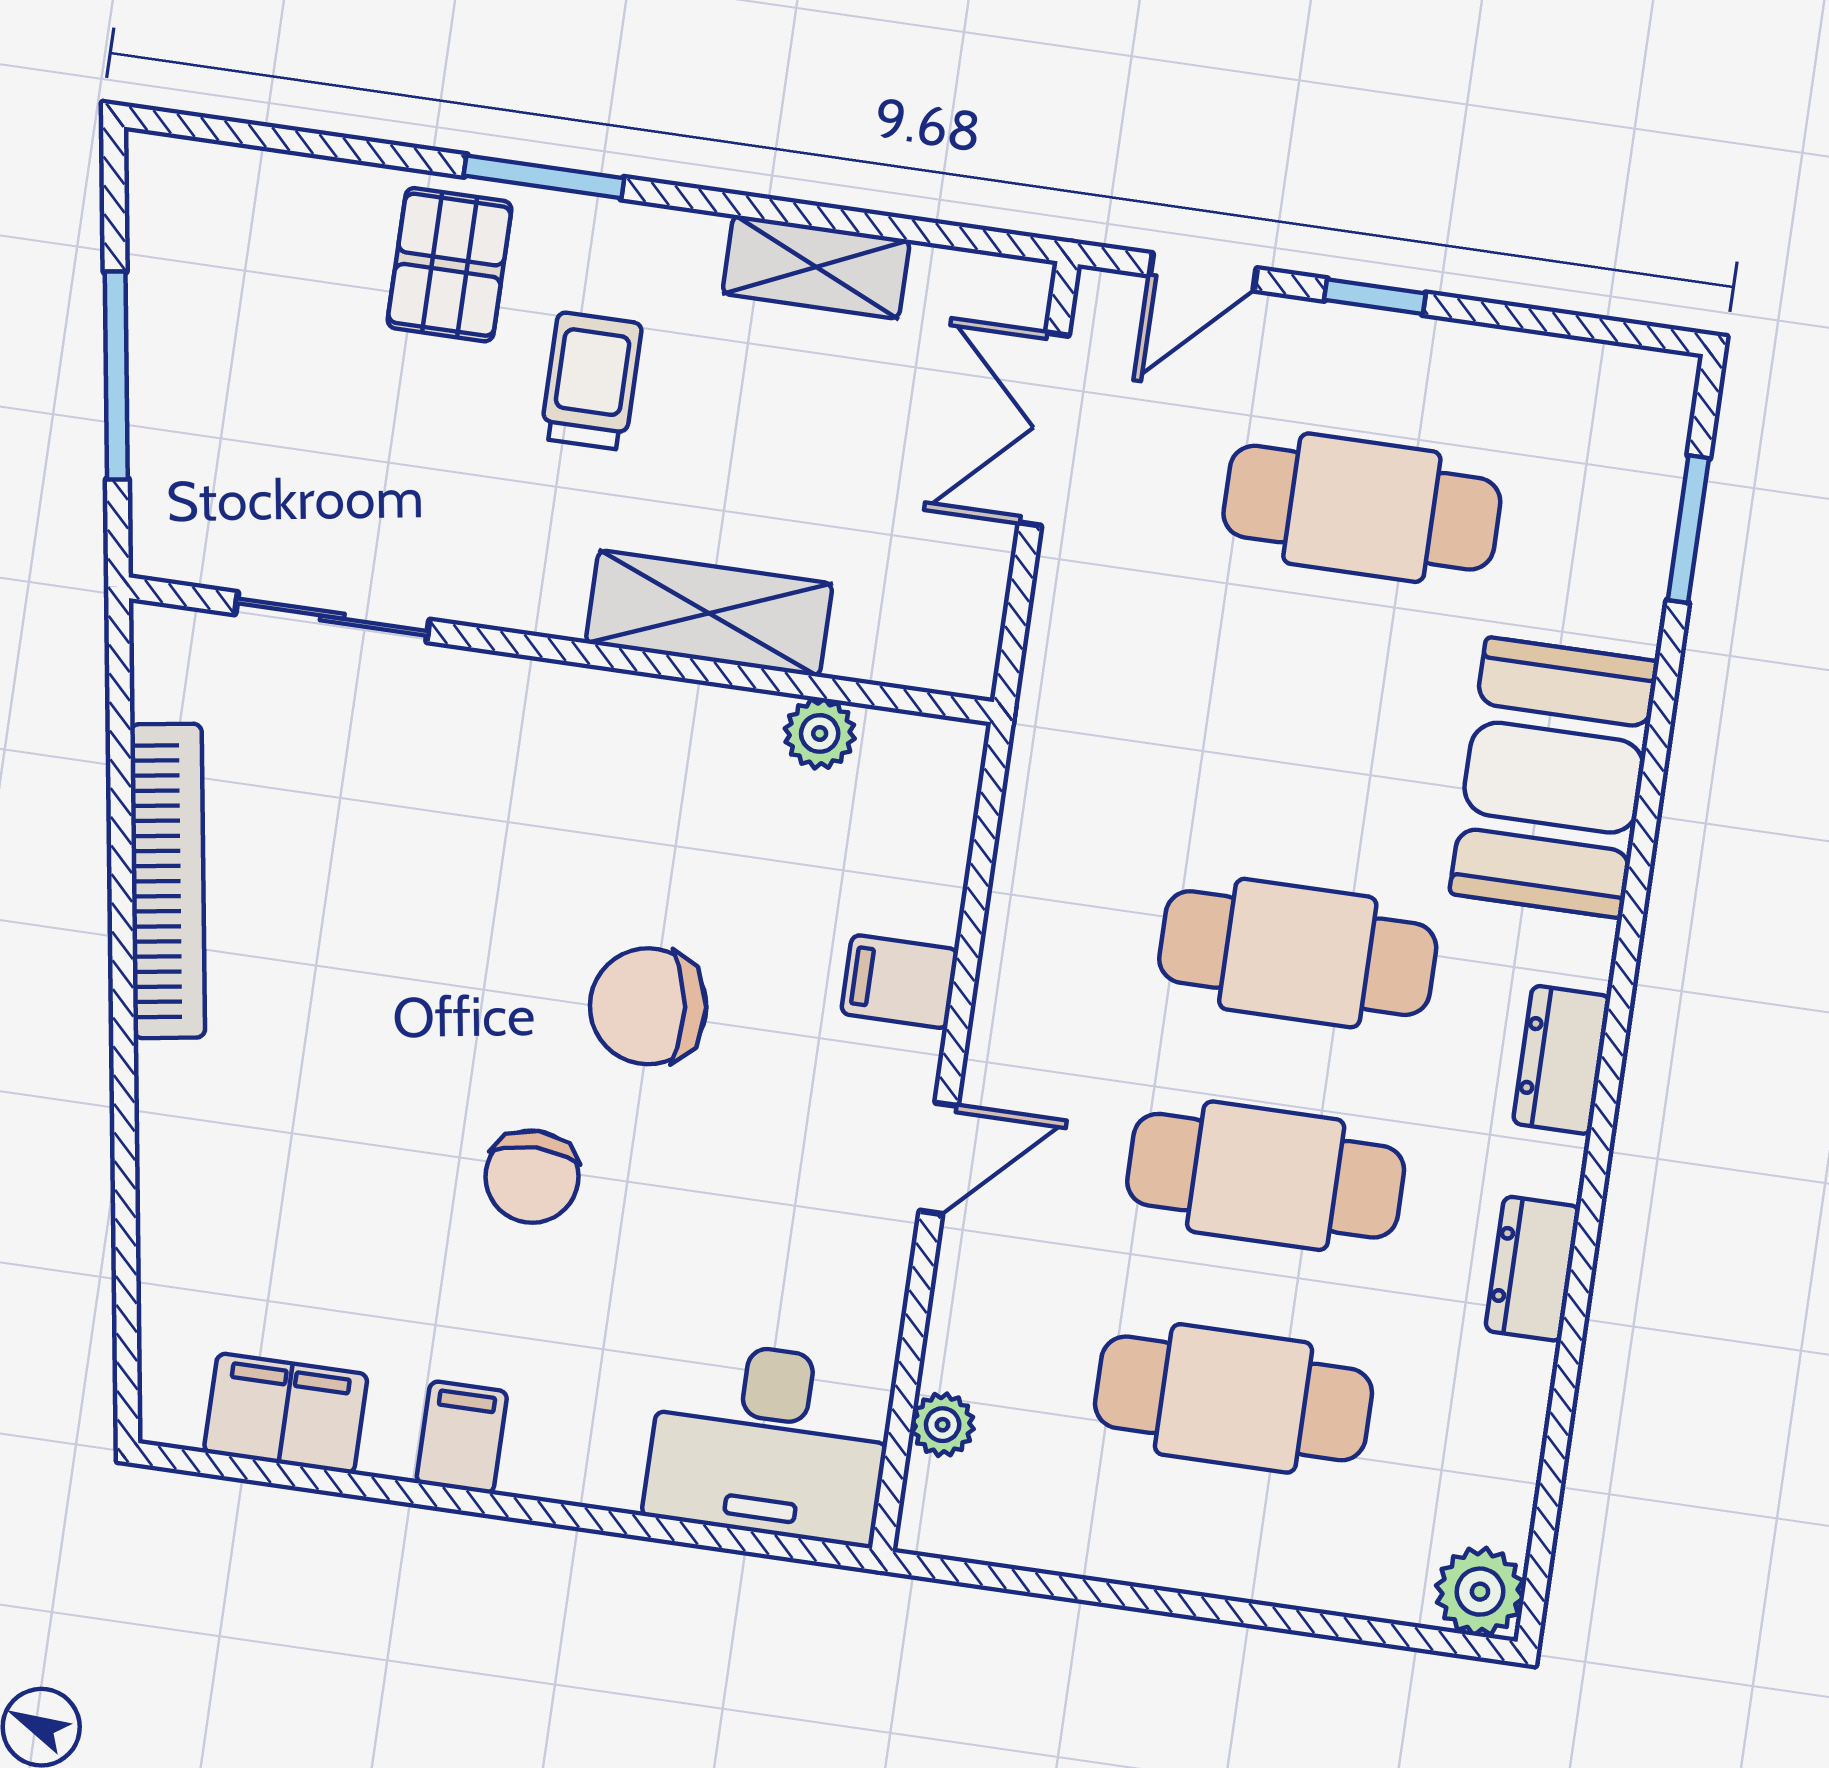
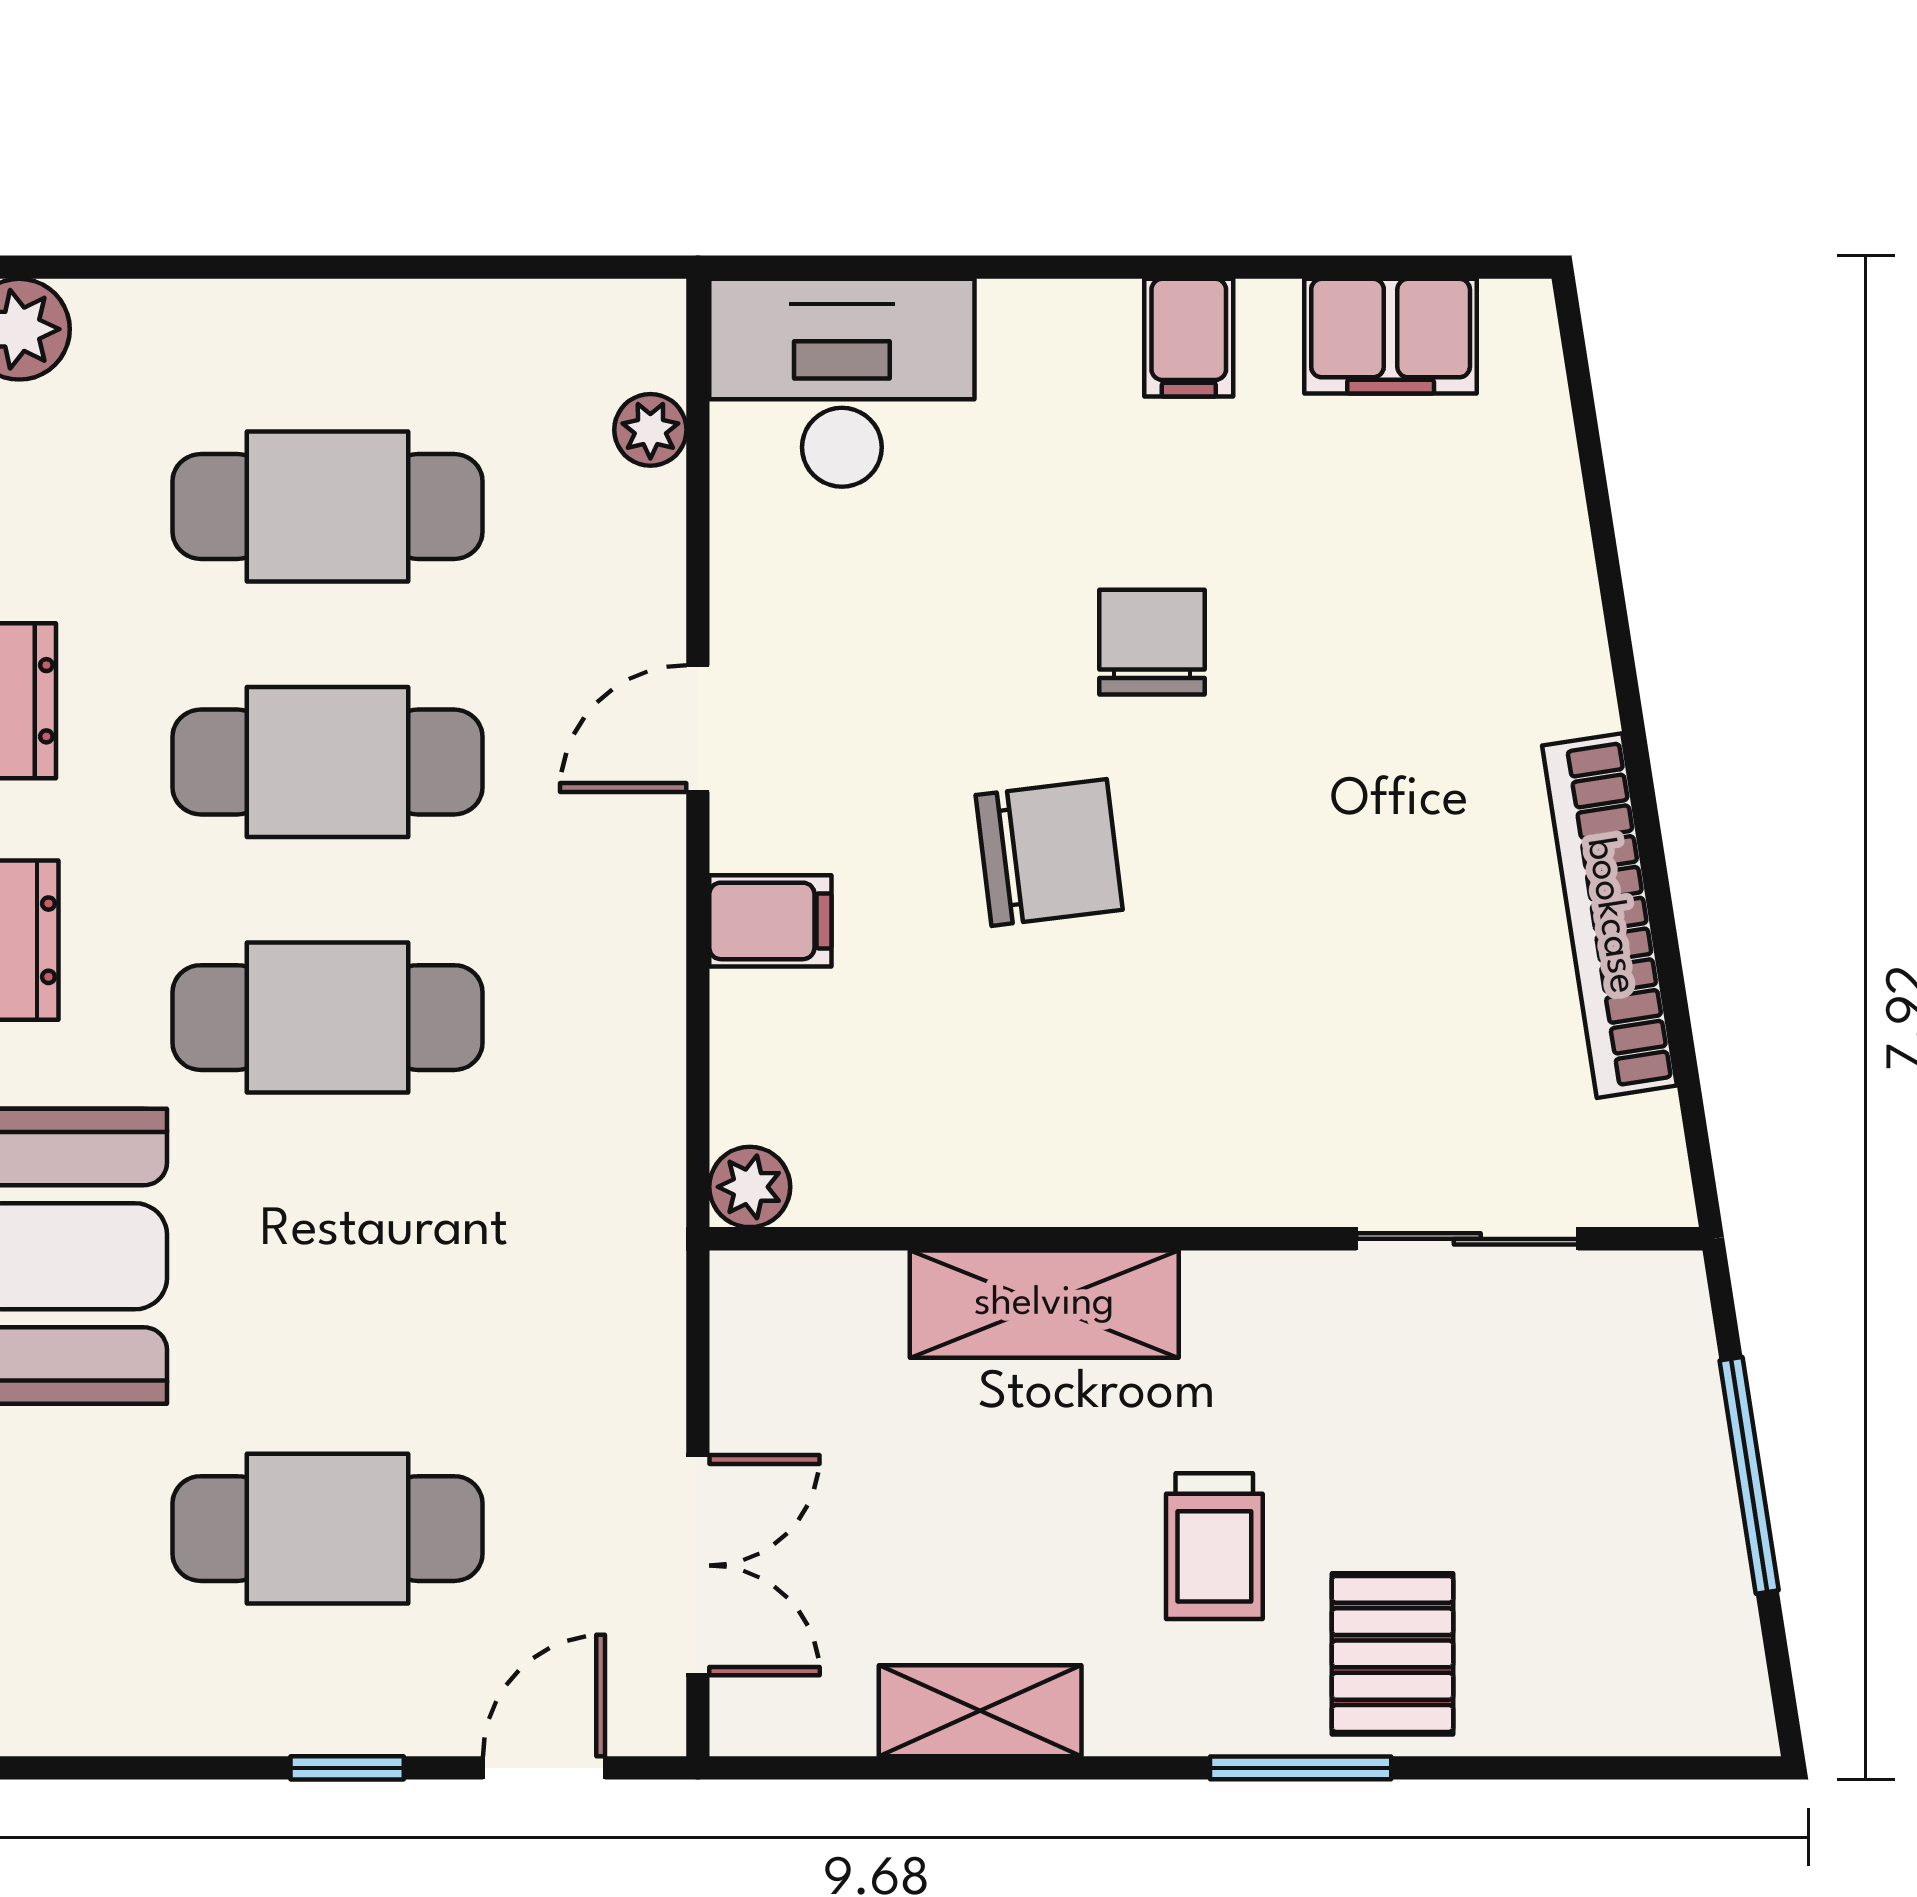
plant: (820, 733) -> (750, 1187), moved

